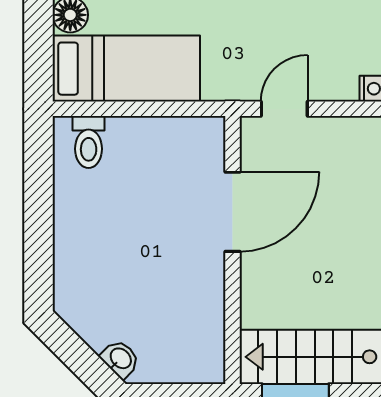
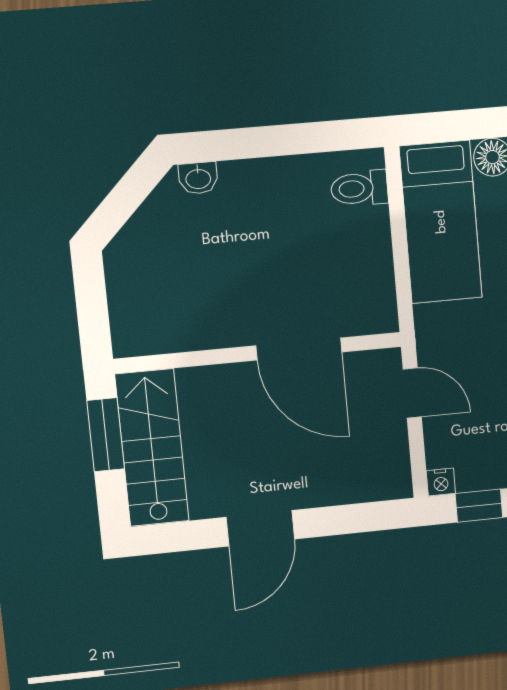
washbasin: (120, 359) -> (198, 178), moved, turned 45

